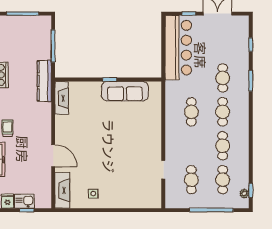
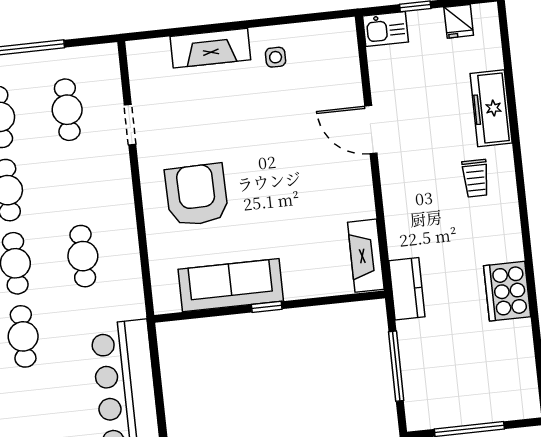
kitchen counter: (44, 81) -> (407, 289), width x0.67
armchair: (136, 134) -> (197, 195), added
fireplace: (62, 190) -> (210, 48), moved, turned -90
kitchen sink: (24, 201) -> (385, 29), moved

